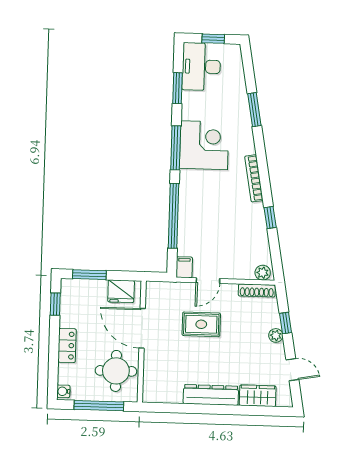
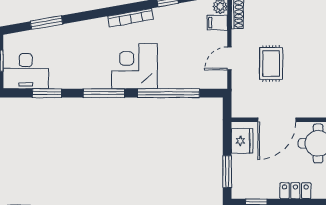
window: (254, 110) -> (46, 23), moved
corner desk: (204, 145) -> (134, 66), moved
filing cabinet: (184, 267) -> (217, 23), moved
door: (208, 281) -> (229, 58), swing flipped

